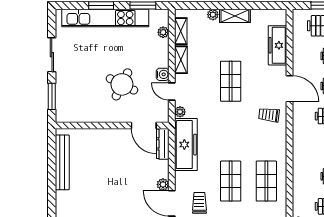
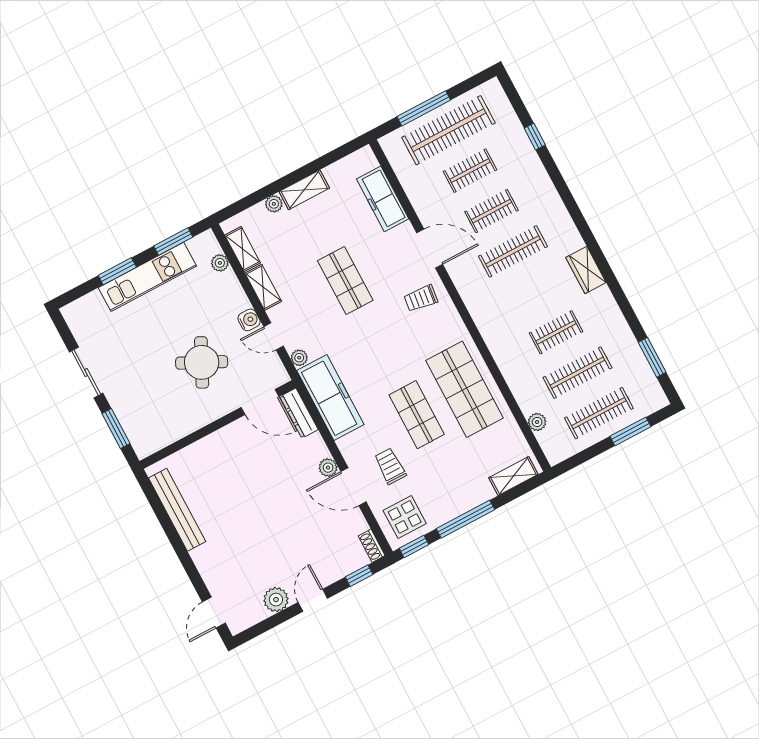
kitchen unit: (105, 18) -> (147, 277), width x0.73
shop shelf: (266, 181) -> (465, 389), width x1.43, depth x1.36

